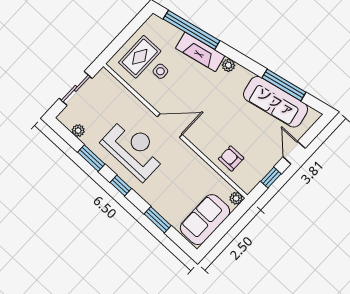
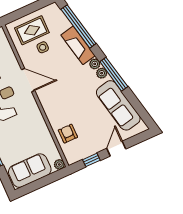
plant: (241, 73) -> (102, 73), added
window: (284, 85) -> (114, 74), moved
door: (170, 126) -> (28, 80), moved

